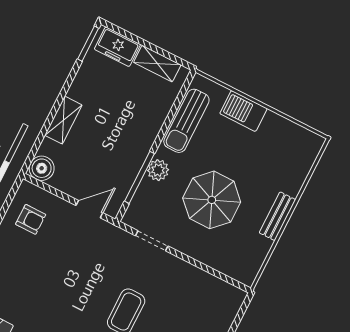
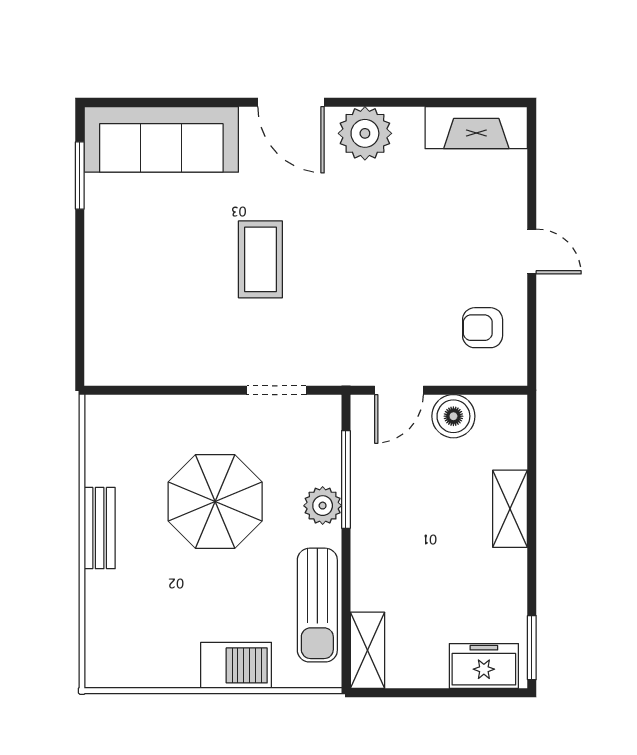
shelving: (157, 64) -> (367, 650), moved, turned 90
sun lounger: (186, 121) -> (317, 605), turned 180
boiler: (42, 168) -> (453, 416), moved

